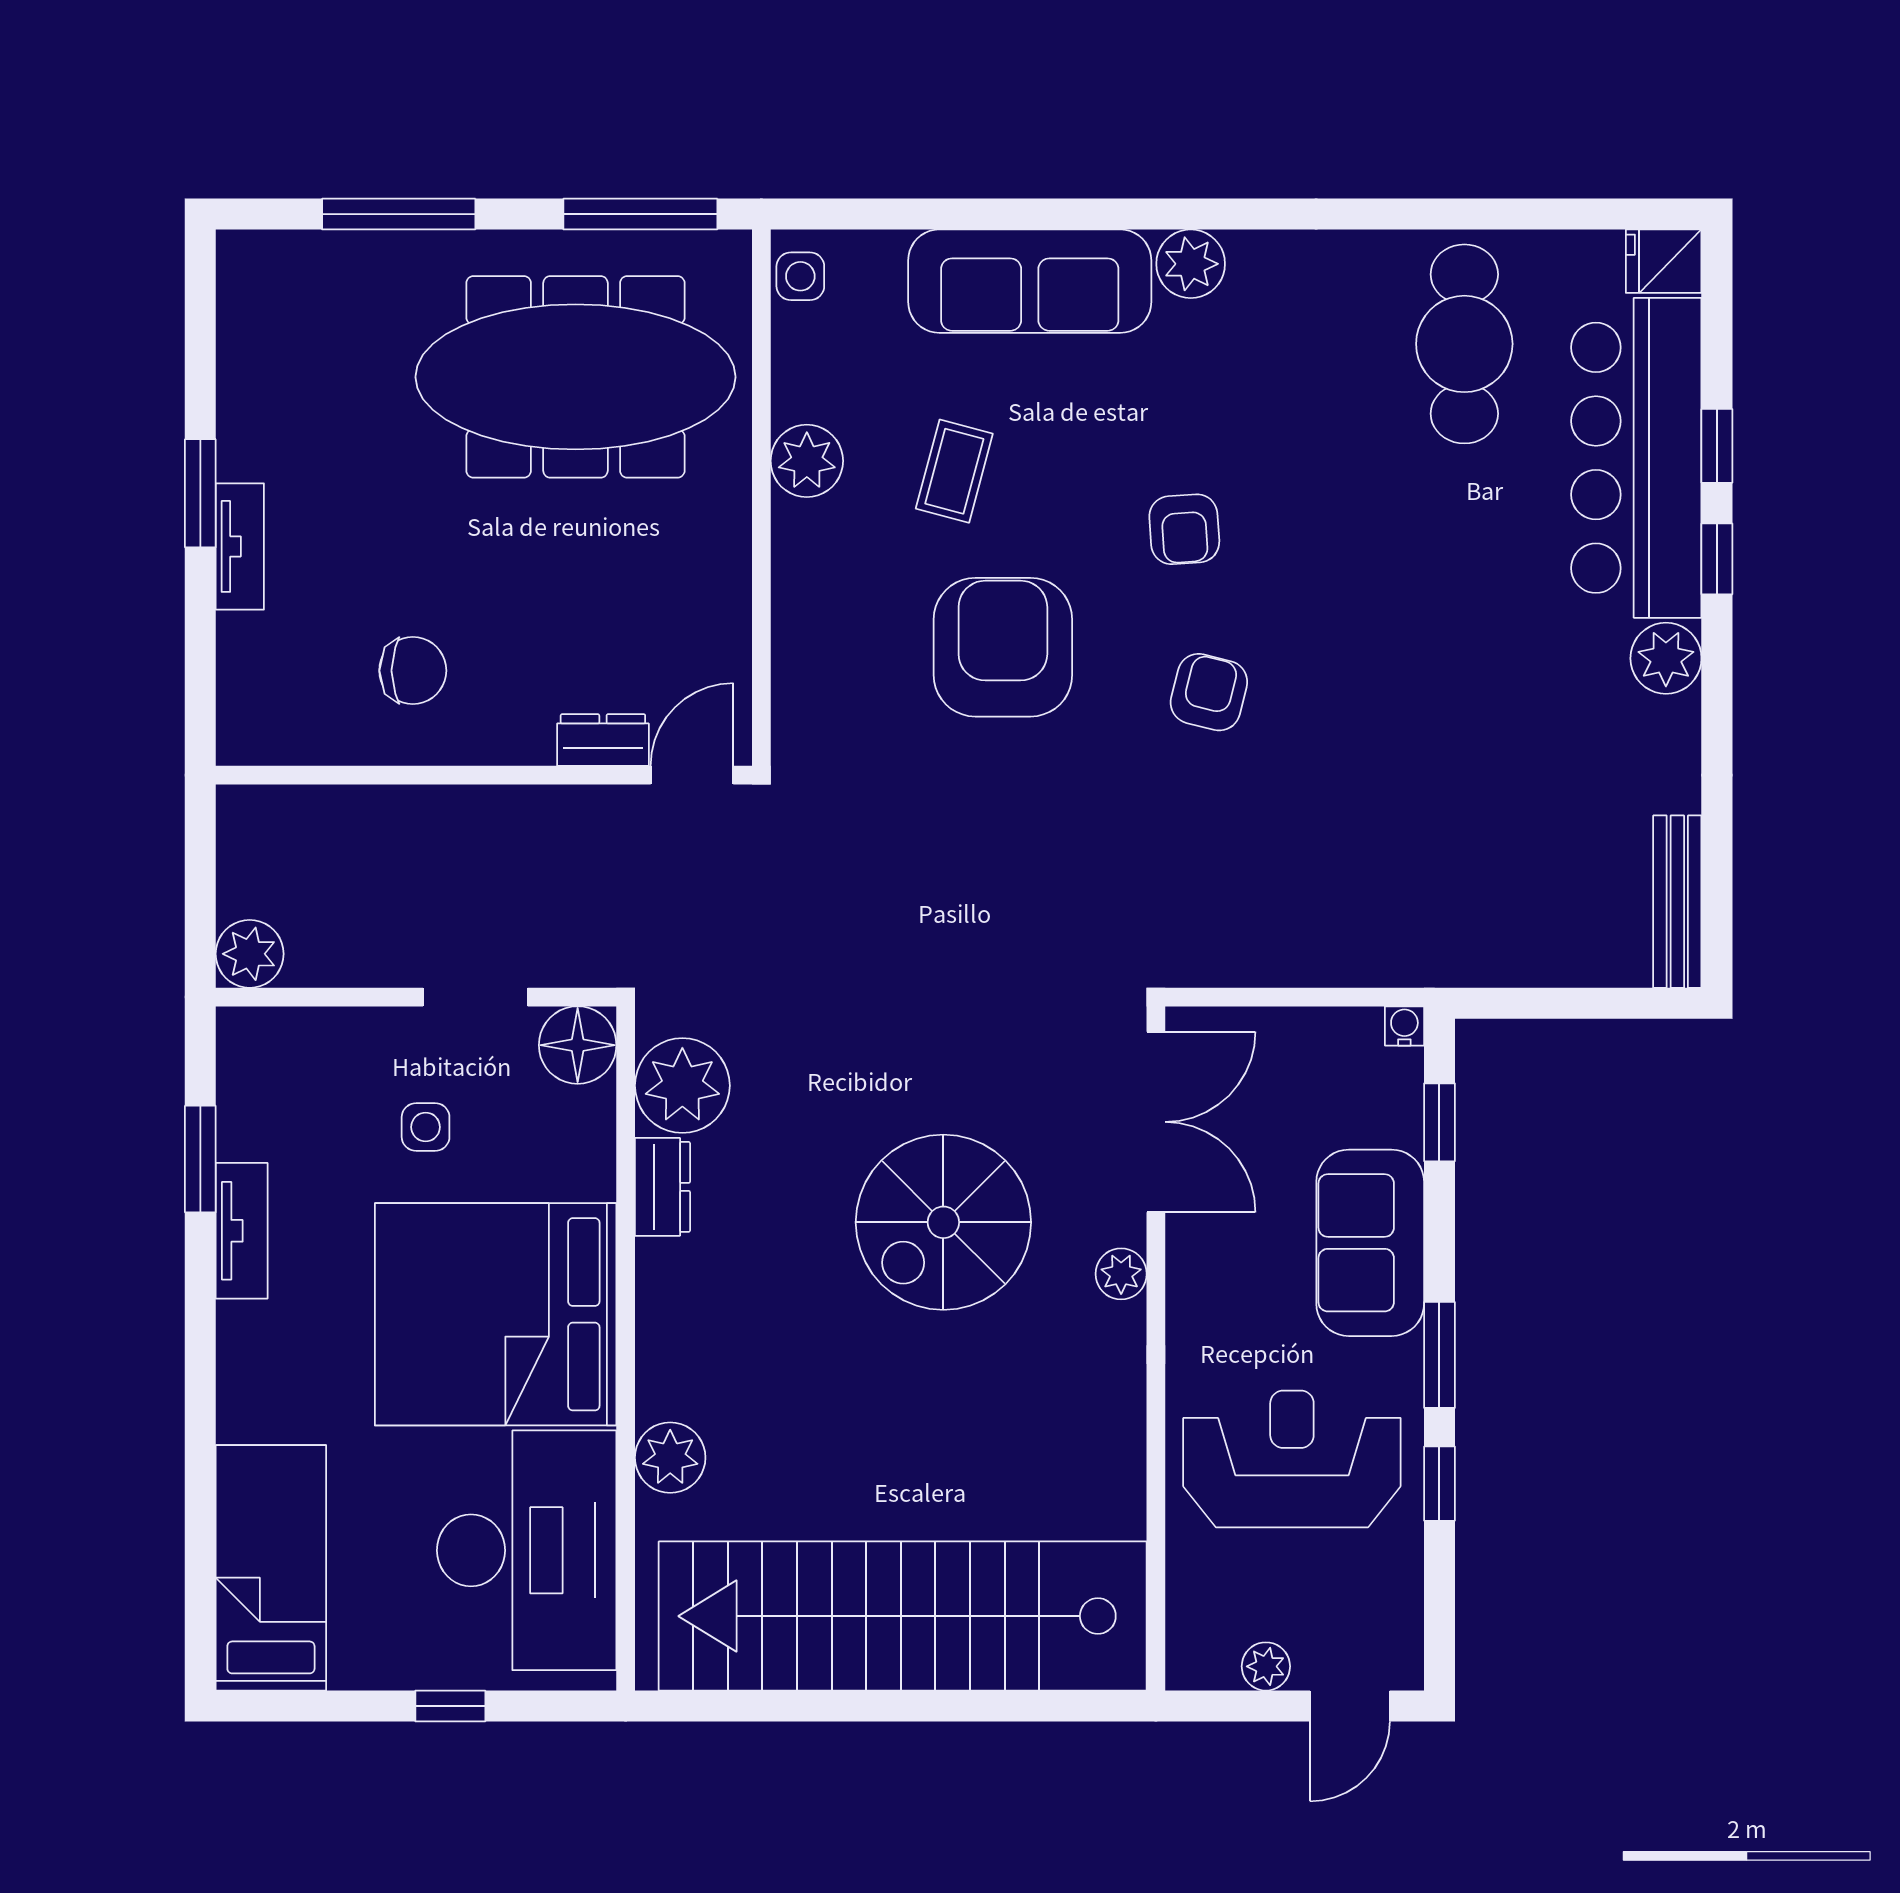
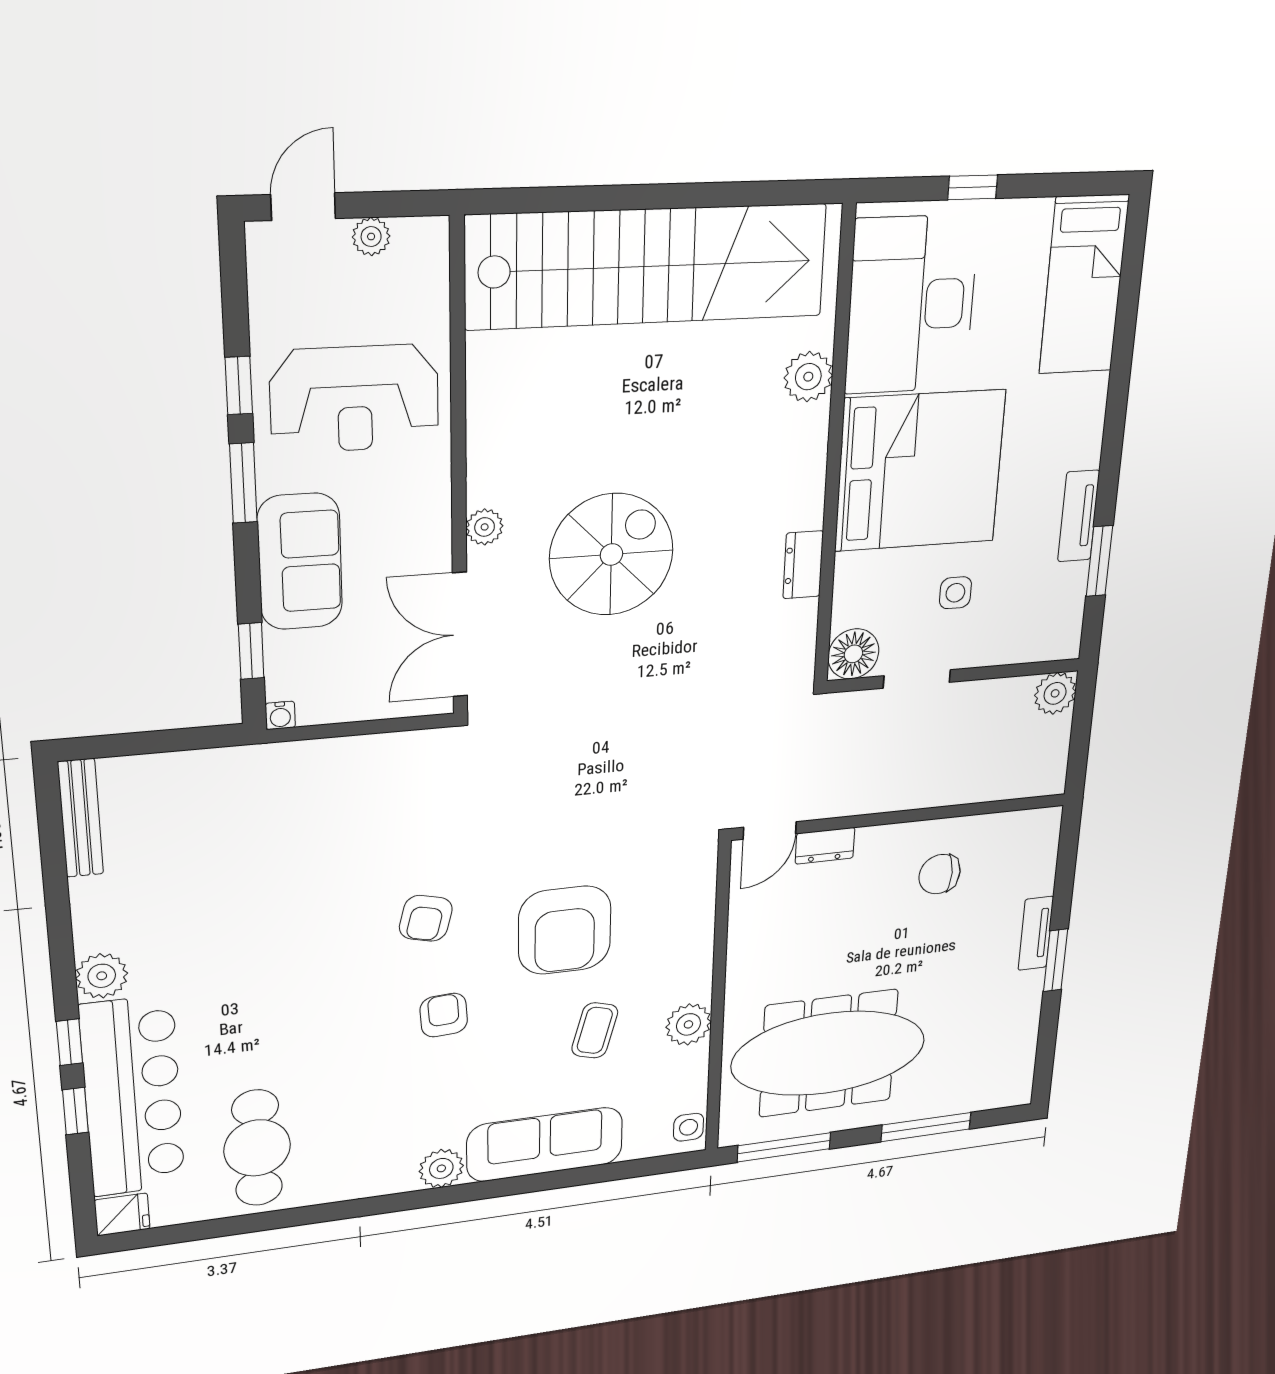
plant: (682, 1086) -> (786, 633), removed

